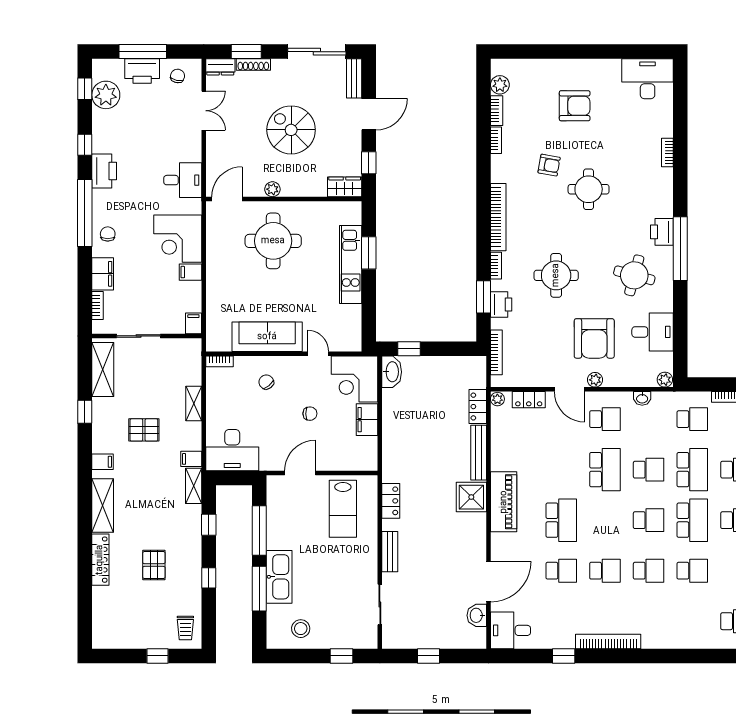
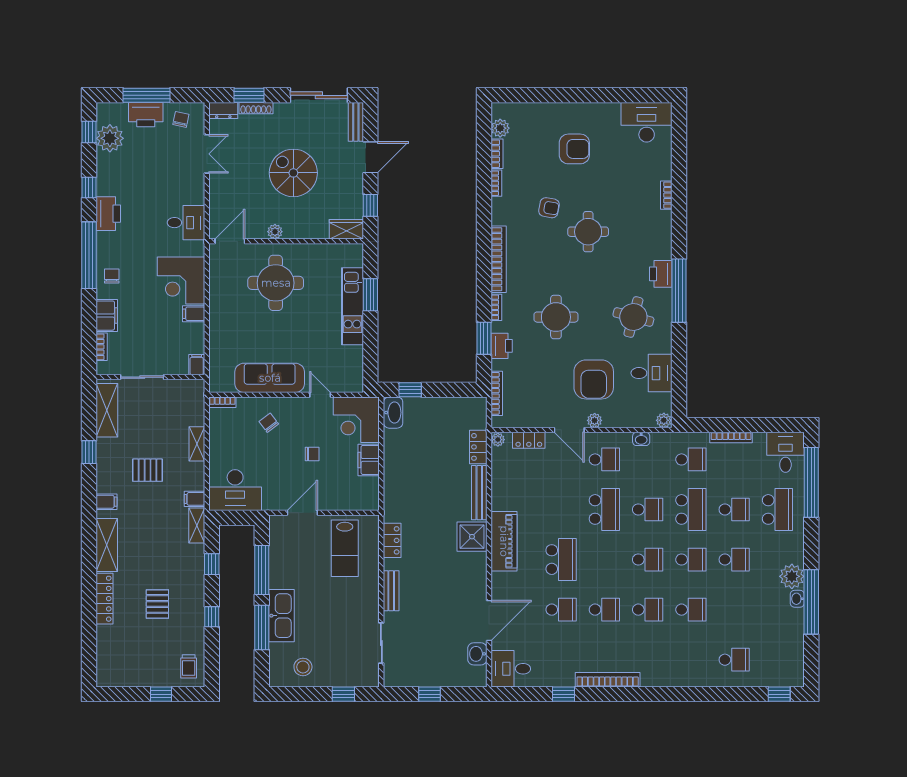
school desk: (692, 520) -> (691, 560), width x0.54

